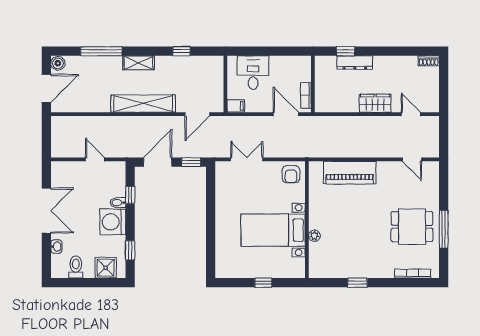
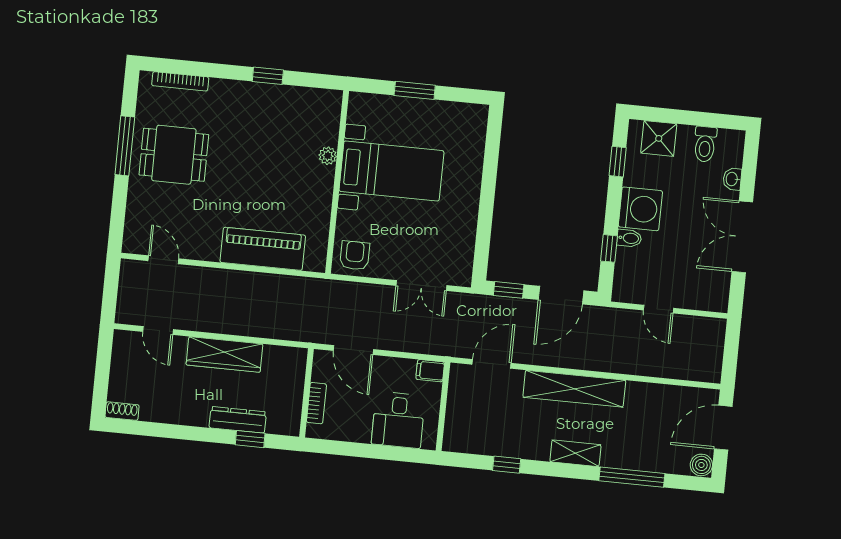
bookcase: (306, 95) -> (316, 403), moved
wardrobe: (375, 103) -> (224, 354), width x1.50
window: (263, 283) -> (415, 90), width x1.50

